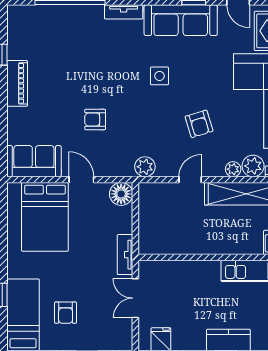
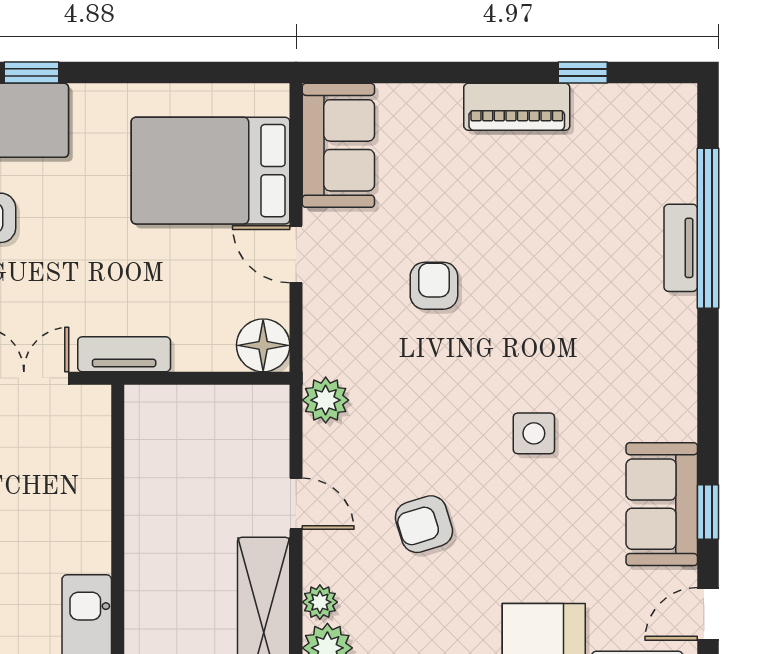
tv unit: (124, 12) -> (681, 248), moved
sofa: (181, 20) -> (662, 504), width x0.73
door: (81, 180) -> (296, 254), swing flipped

